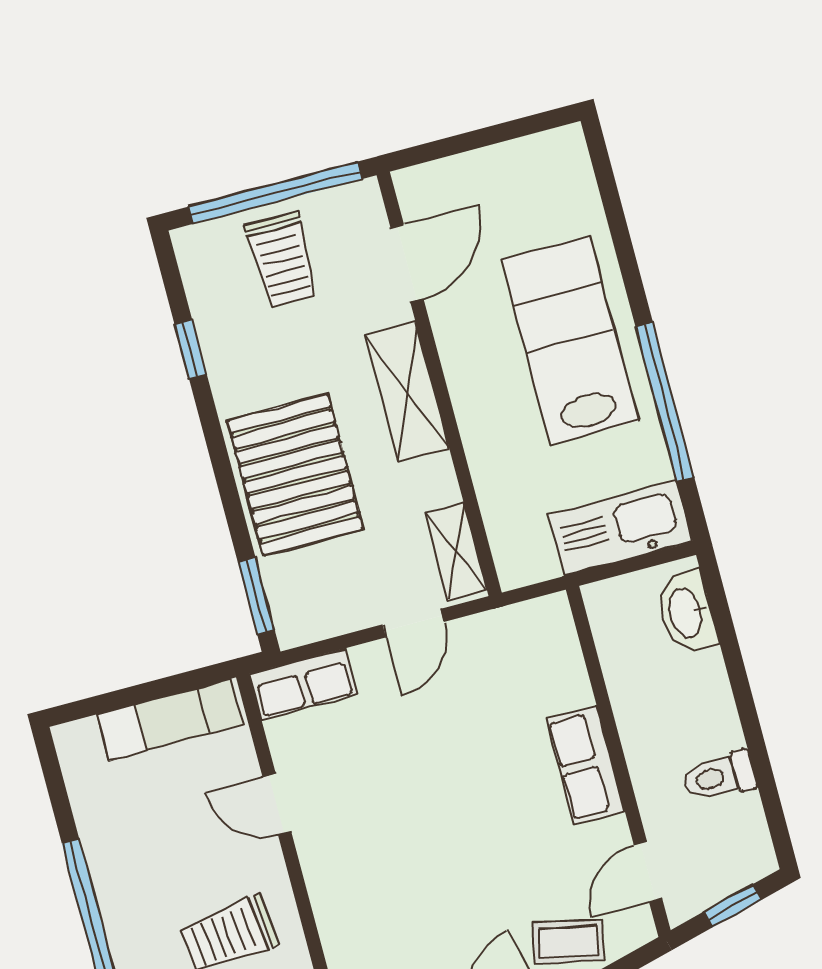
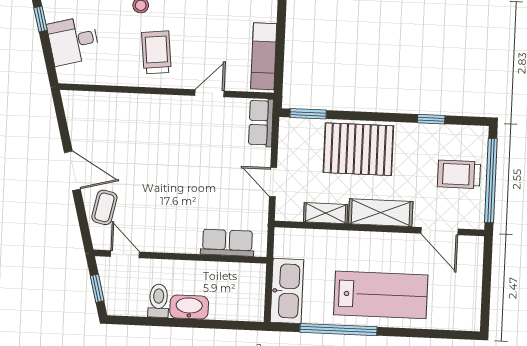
shelving: (456, 551) -> (326, 213), moved
washbasin: (687, 613) -> (189, 307), moved
row of seats: (585, 765) -> (227, 243), moved

